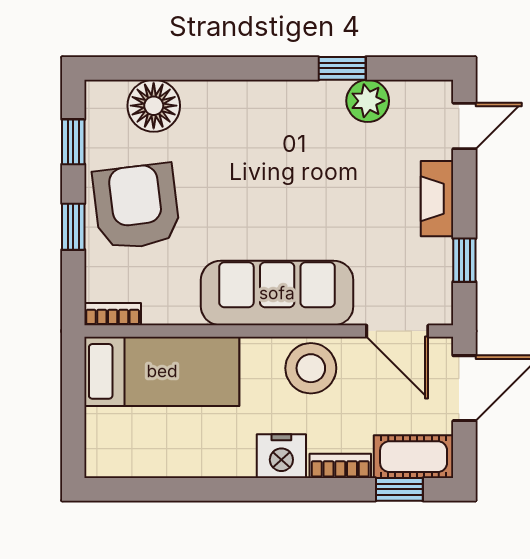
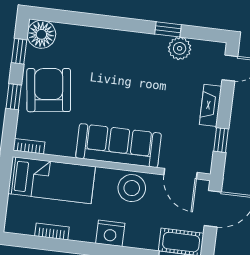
floor lamp: (154, 106) -> (41, 34), moved
bookcase: (340, 466) -> (52, 232), moved

